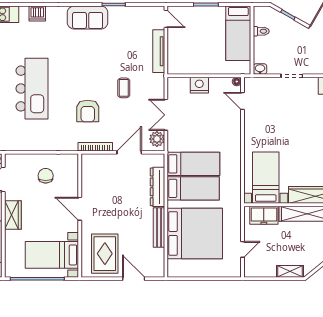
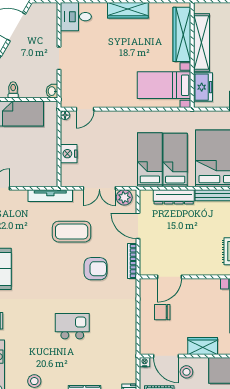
tv unit: (159, 51) -> (50, 196), moved
coffee table: (124, 88) -> (72, 232), width x1.86, depth x1.72
kitchen island: (32, 89) -> (72, 326), width x0.54, depth x0.78
door: (80, 209) -> (169, 277), moved

